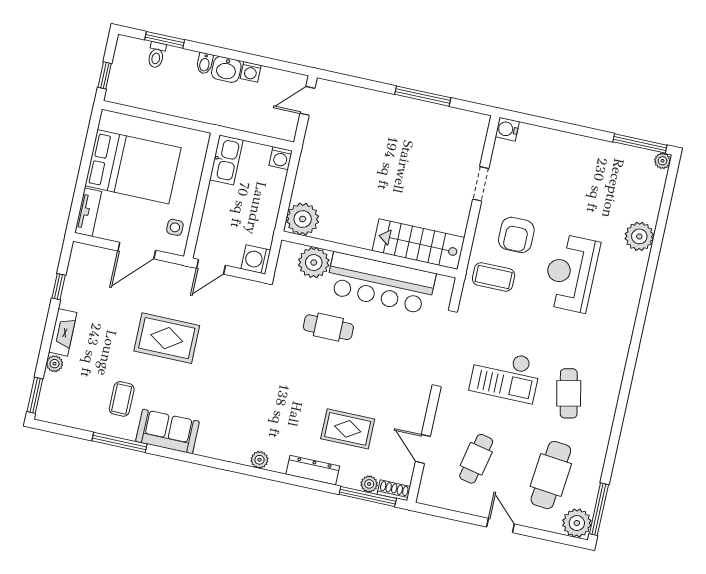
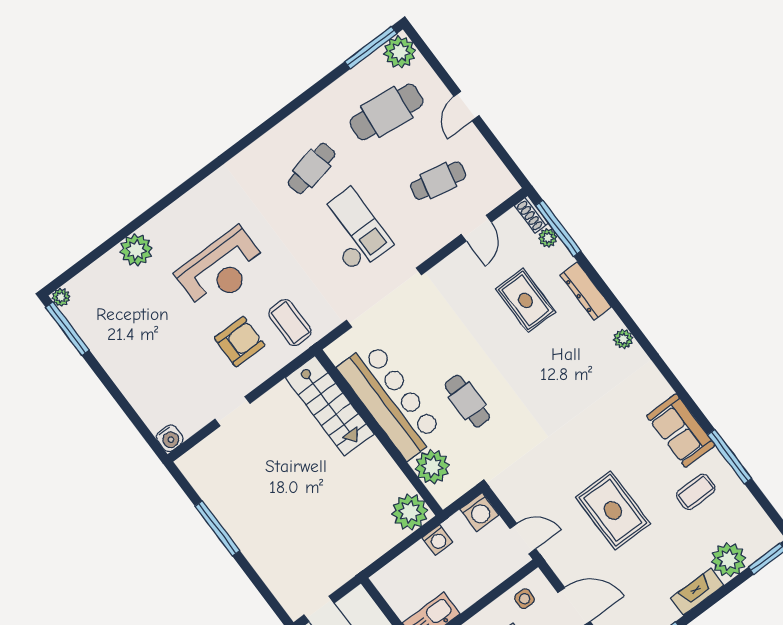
washing machine: (281, 158) -> (437, 540), moved, turned 90
plant: (55, 364) -> (729, 560), width x1.87, depth x1.87

